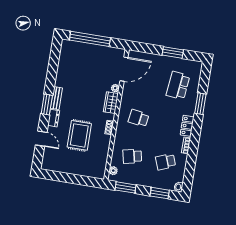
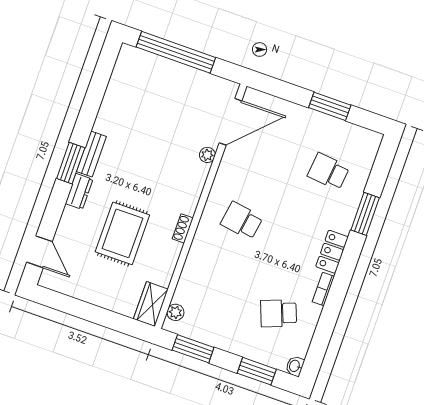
school desk: (178, 86) -> (328, 172), width x0.54
wardrobe: (111, 103) -> (151, 304), moved
door: (41, 139) -> (39, 252), moved
school desk: (132, 156) -> (217, 292), removed

